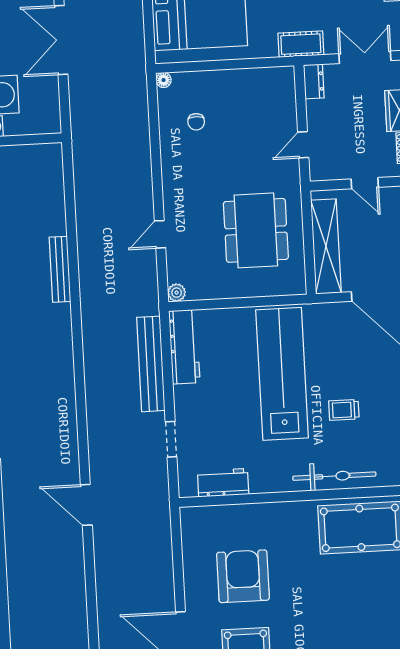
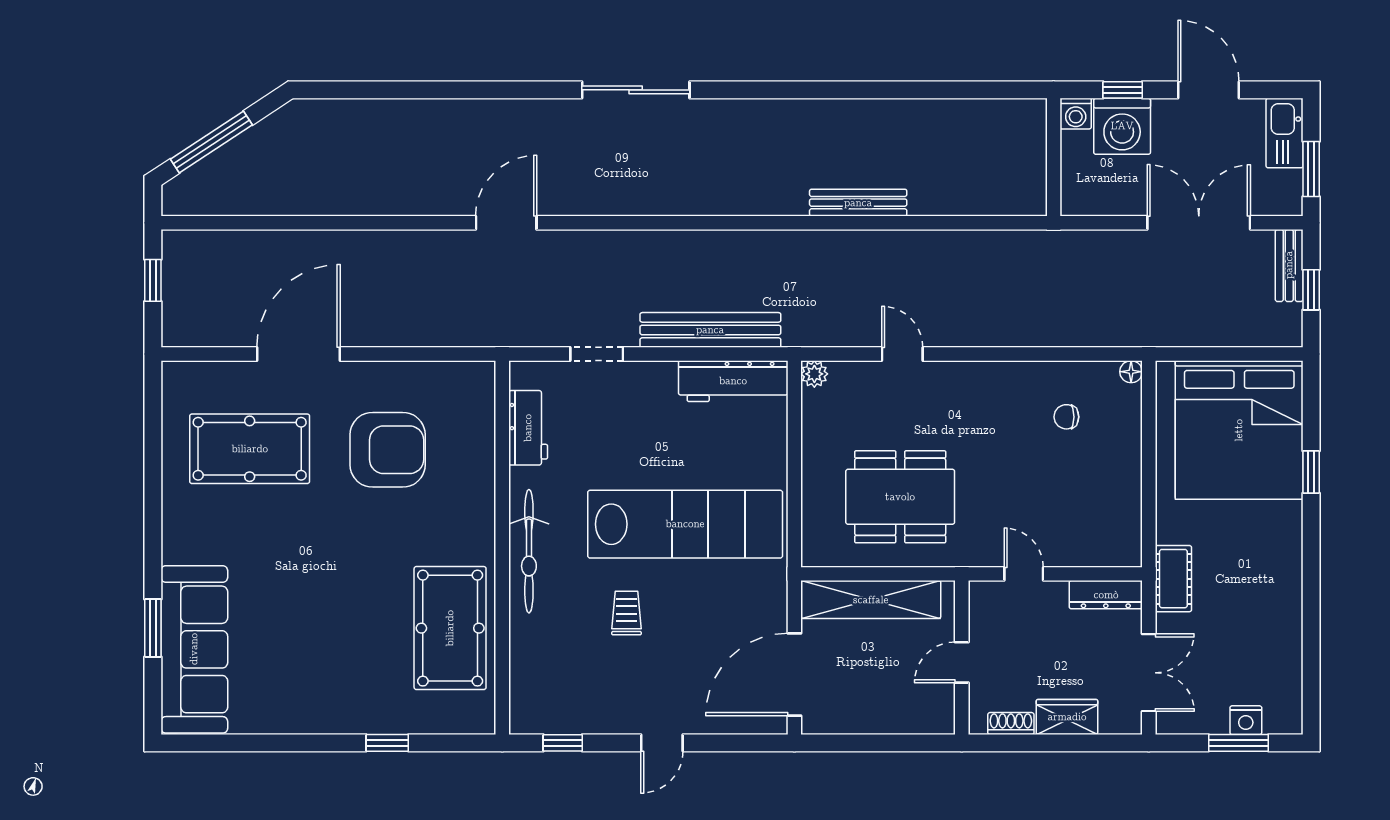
dresser: (314, 81) -> (1106, 595), width x1.44
bicycle: (334, 476) -> (529, 551), moved

